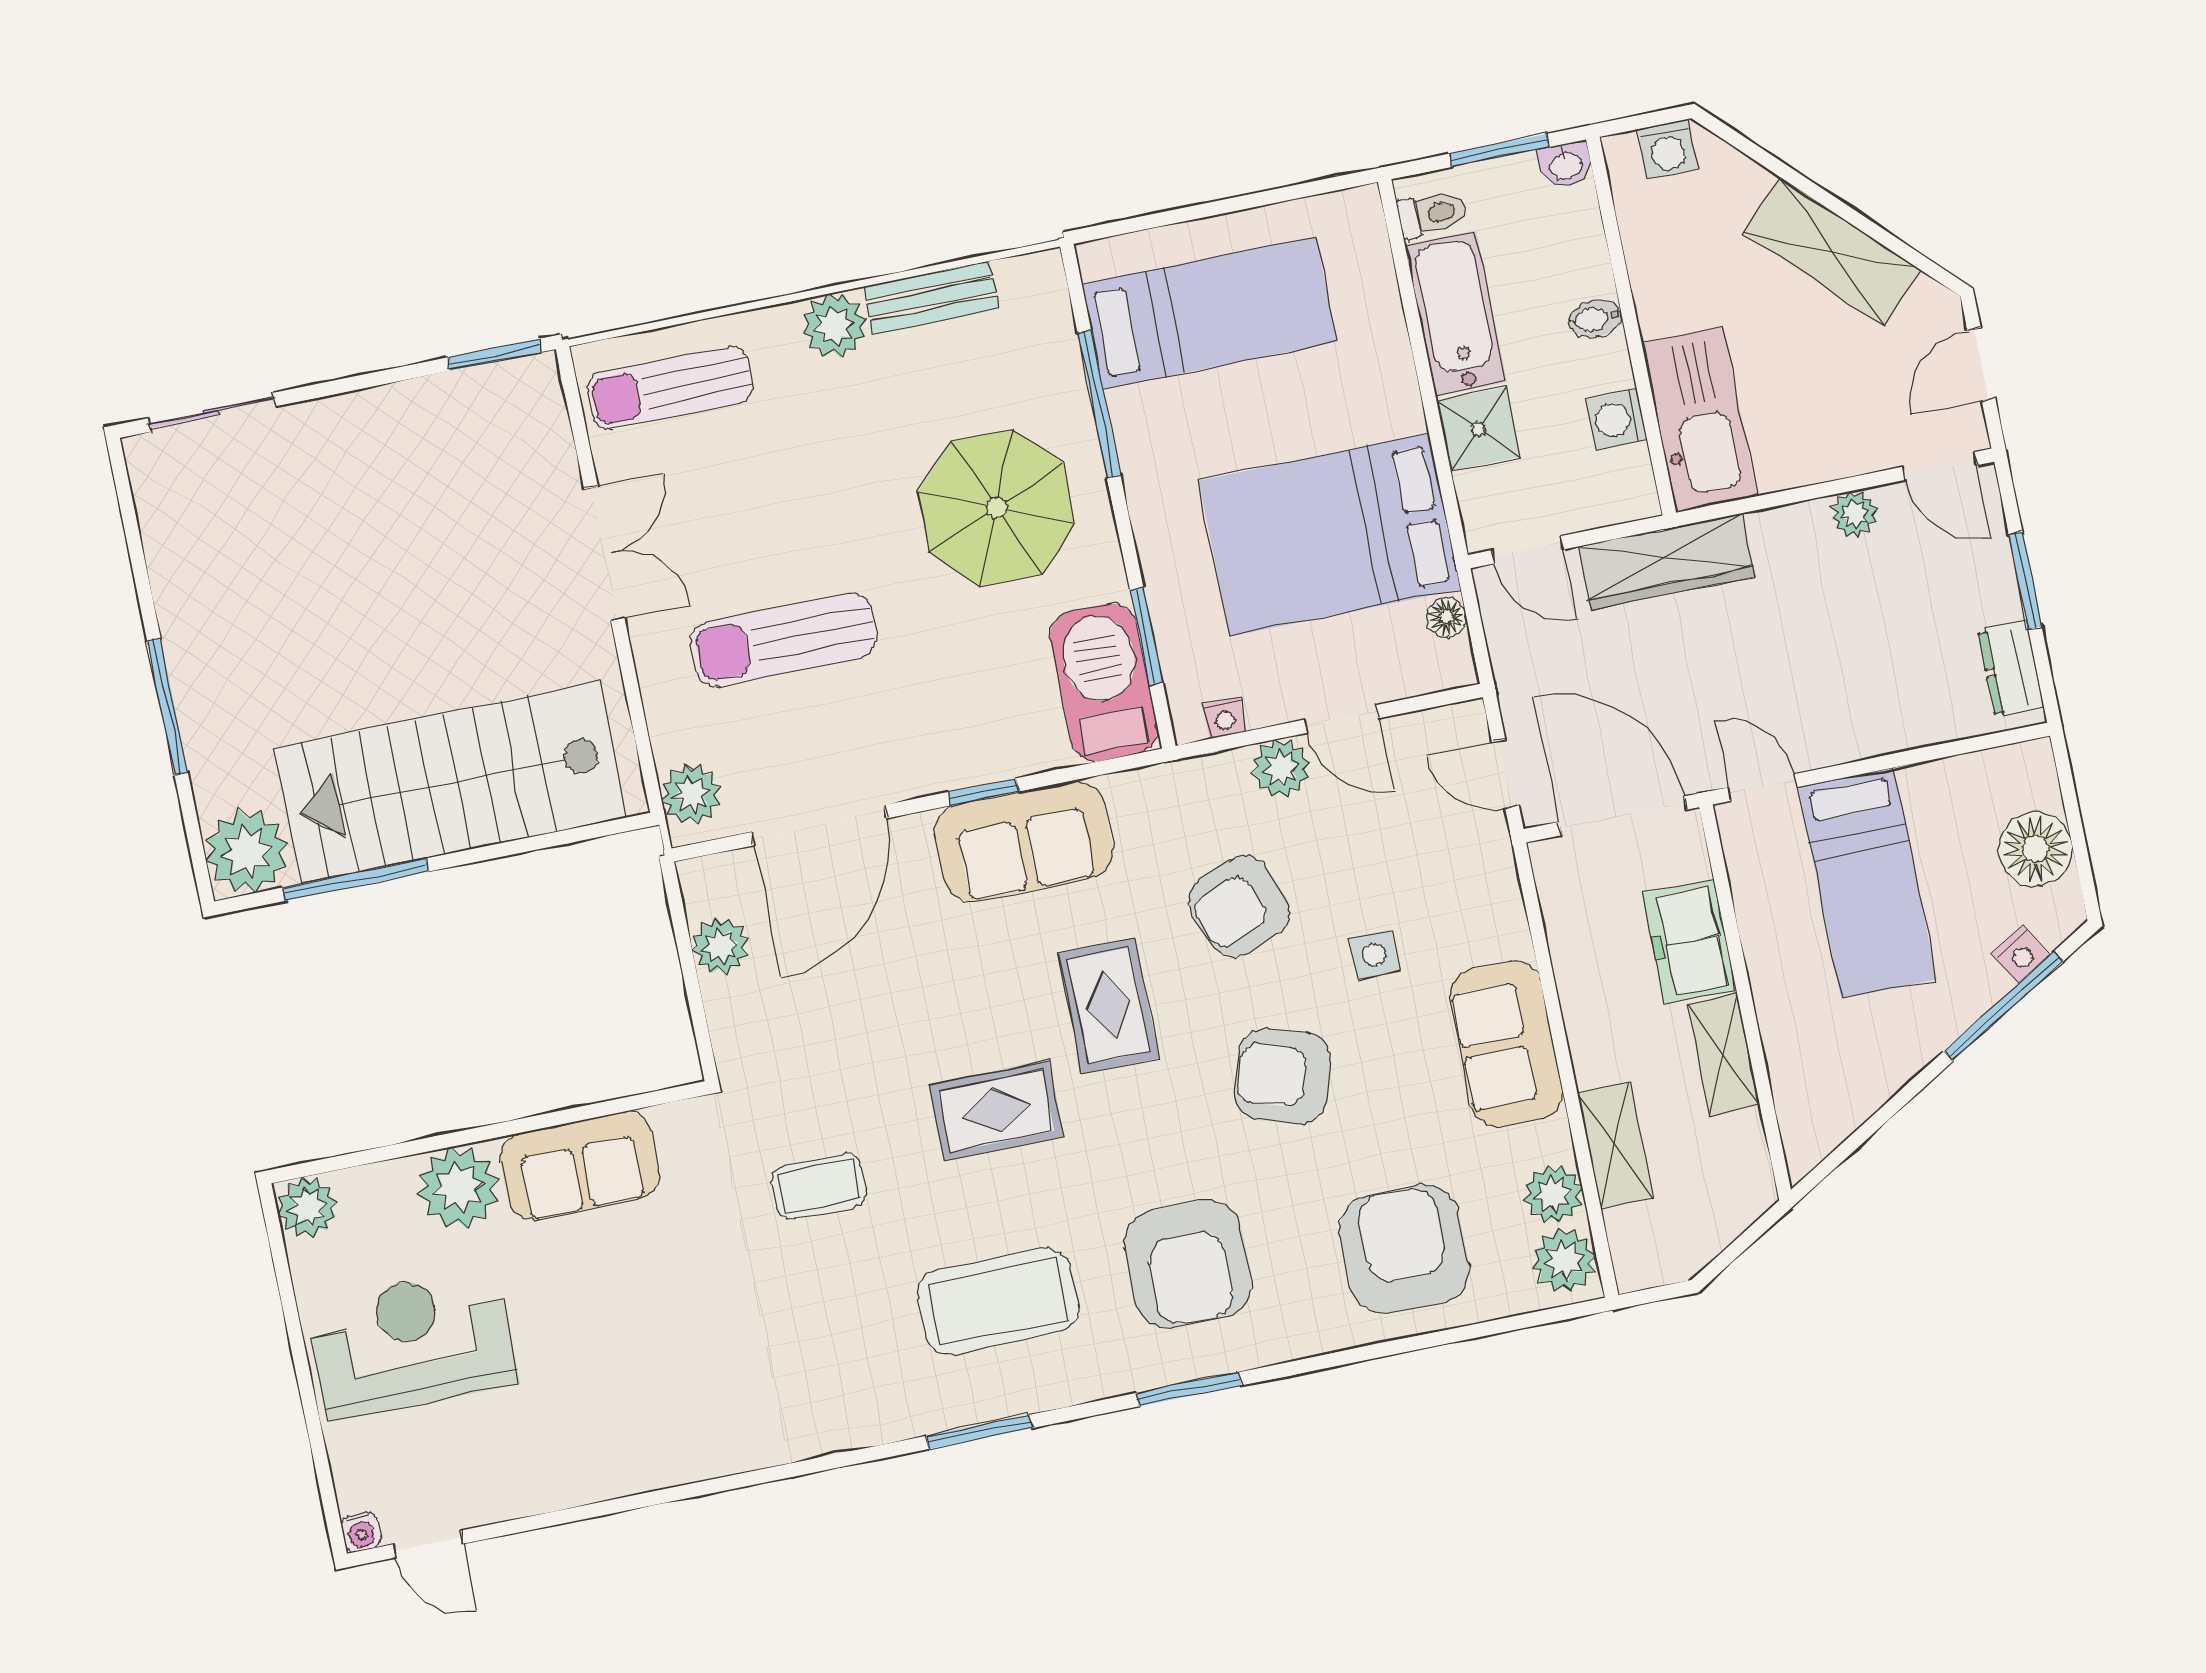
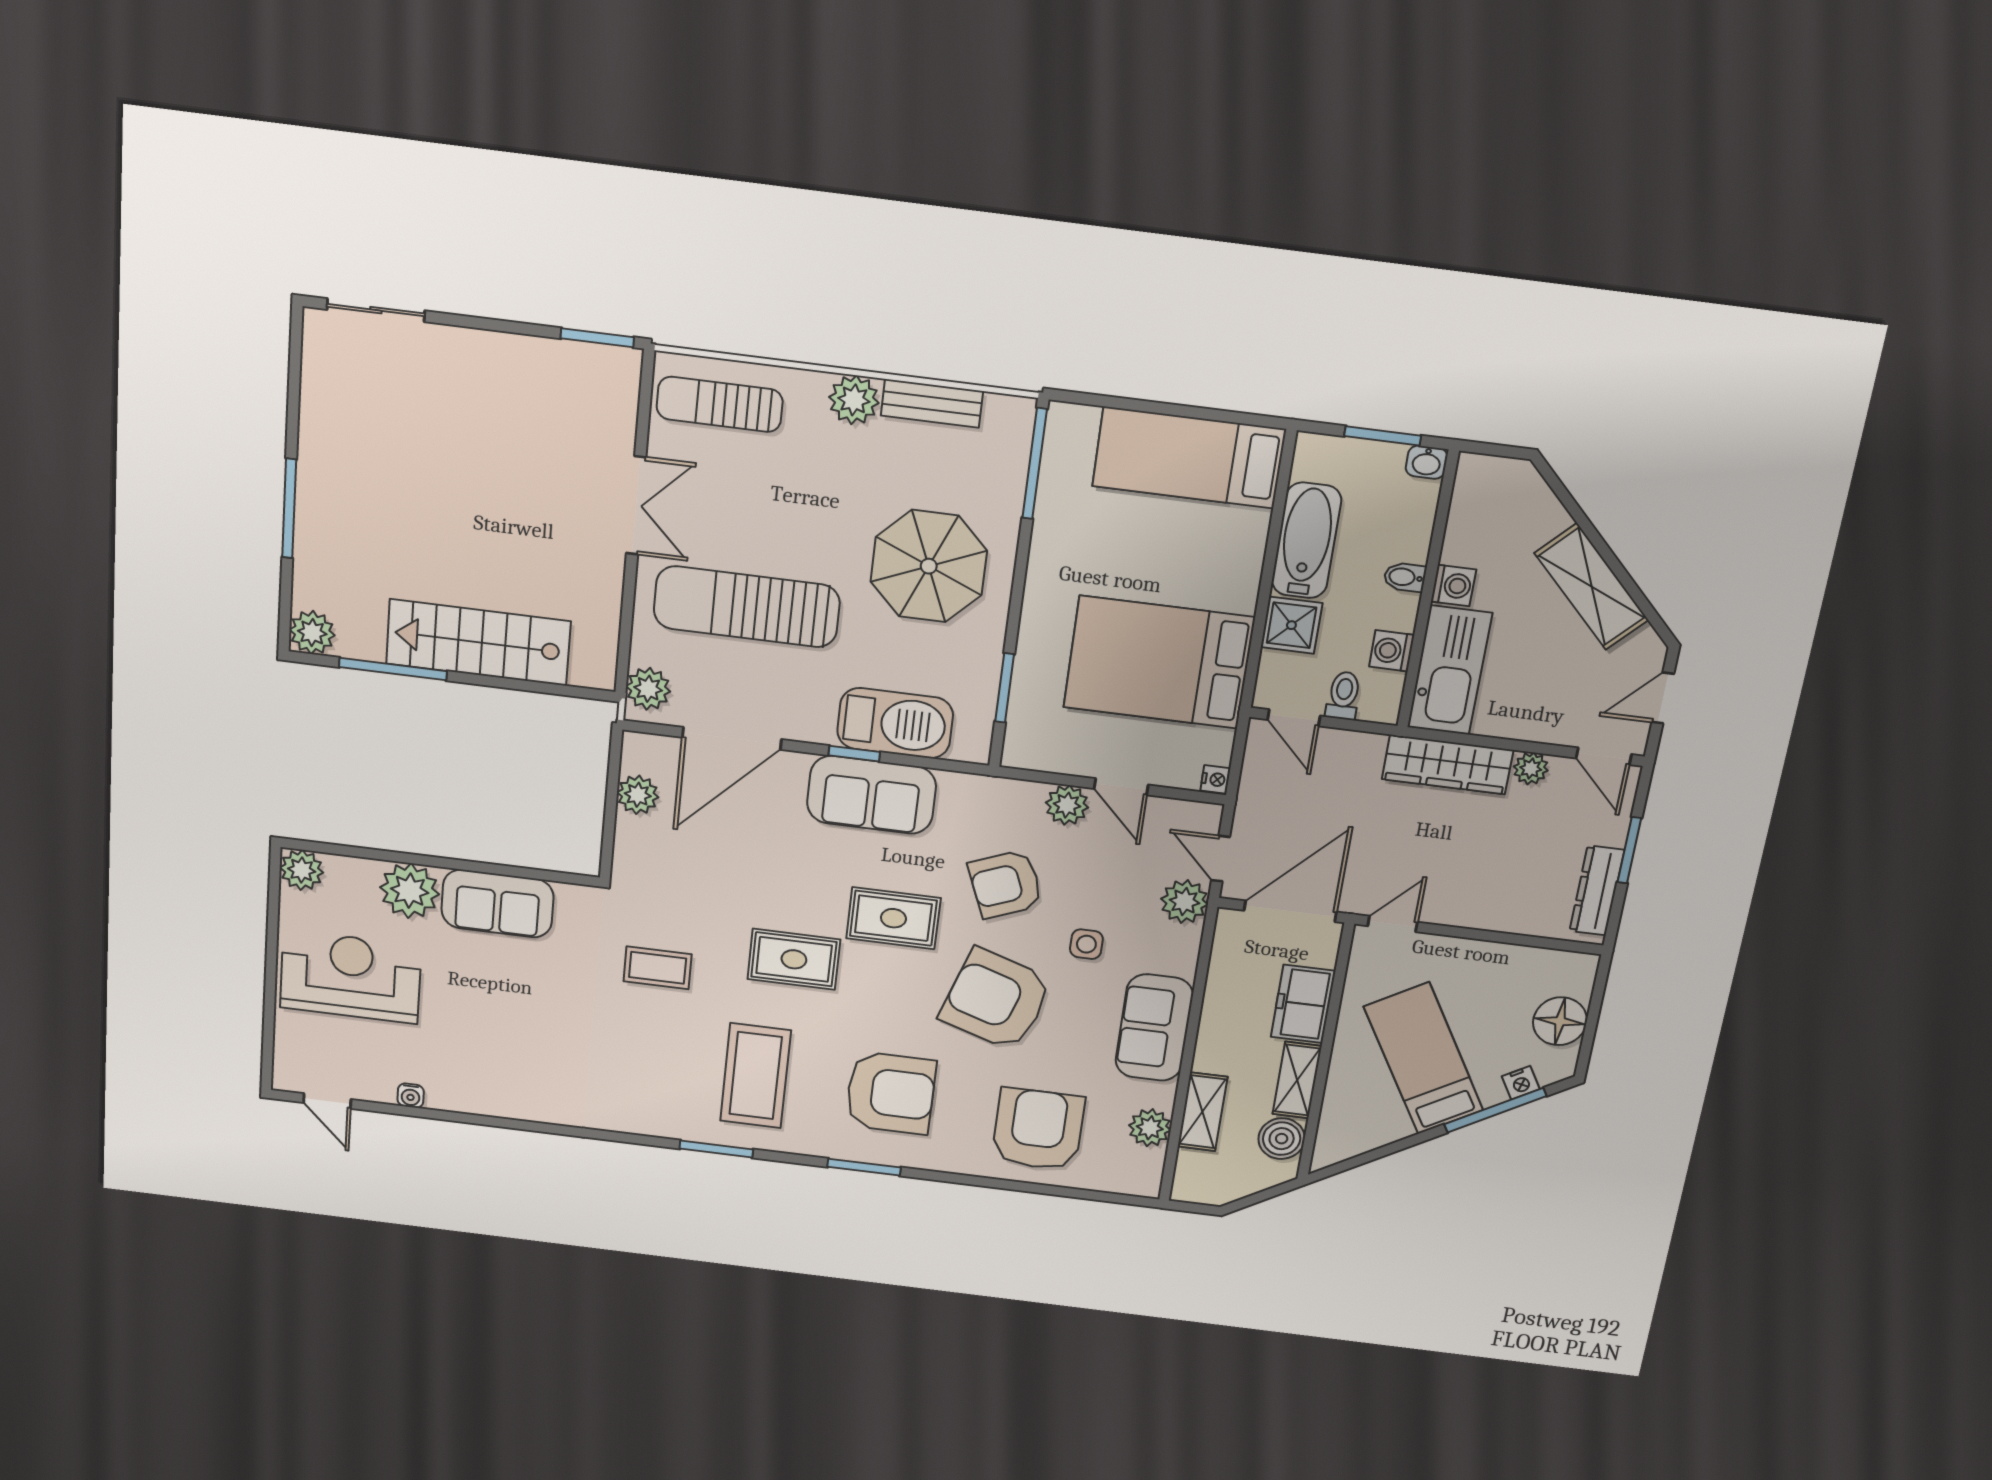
washing machine: (1668, 149) -> (1454, 586), moved, turned -90
toilet: (1432, 214) -> (1343, 696), moved, turned -90
bed: (1209, 313) -> (1189, 458), moved, turned 180
window: (1099, 404) -> (1035, 464), moved
wardrobe: (1667, 561) -> (1447, 765), moved
floor lamp: (1446, 617) -> (1220, 744), removed
sun lounger: (784, 640) -> (747, 607), width x1.36, depth x1.34
dresser: (2011, 669) -> (1597, 890), width x1.44
barbecue: (1104, 682) -> (895, 723), moved, turned 90
nightstand: (1225, 718) -> (1215, 779), moved, turned -90
stairs: (451, 783) -> (478, 642), width x0.73, depth x0.66
door: (1762, 787) -> (1393, 924), hinge flipped
door: (1623, 816) -> (1290, 911), hinge flipped
plant: (247, 852) -> (312, 632), width x0.73, depth x0.73
bed: (1867, 883) -> (1424, 1059), moved, turned 149
rug: (1109, 1006) -> (893, 918), turned 90
armchair: (1283, 1076) -> (996, 1000), width x1.36, depth x1.36
boiler: (1735, 1148) -> (1282, 1139), added
plant: (1564, 1260) -> (1184, 902), moved
armchair: (1188, 1264) -> (891, 1093), turned -90
coffee table: (998, 1301) -> (756, 1076), turned 90
water cooler: (361, 1532) -> (411, 1096), moved

